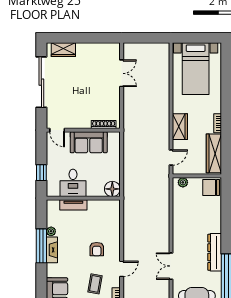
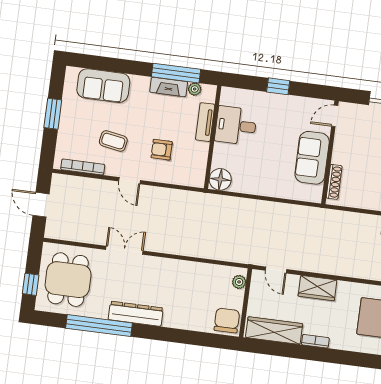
desk: (73, 183) -> (236, 126), moved
floor lamp: (112, 189) -> (220, 179), moved
wall: (83, 198) -> (213, 137), moved
tv unit: (73, 205) -> (205, 122), moved

